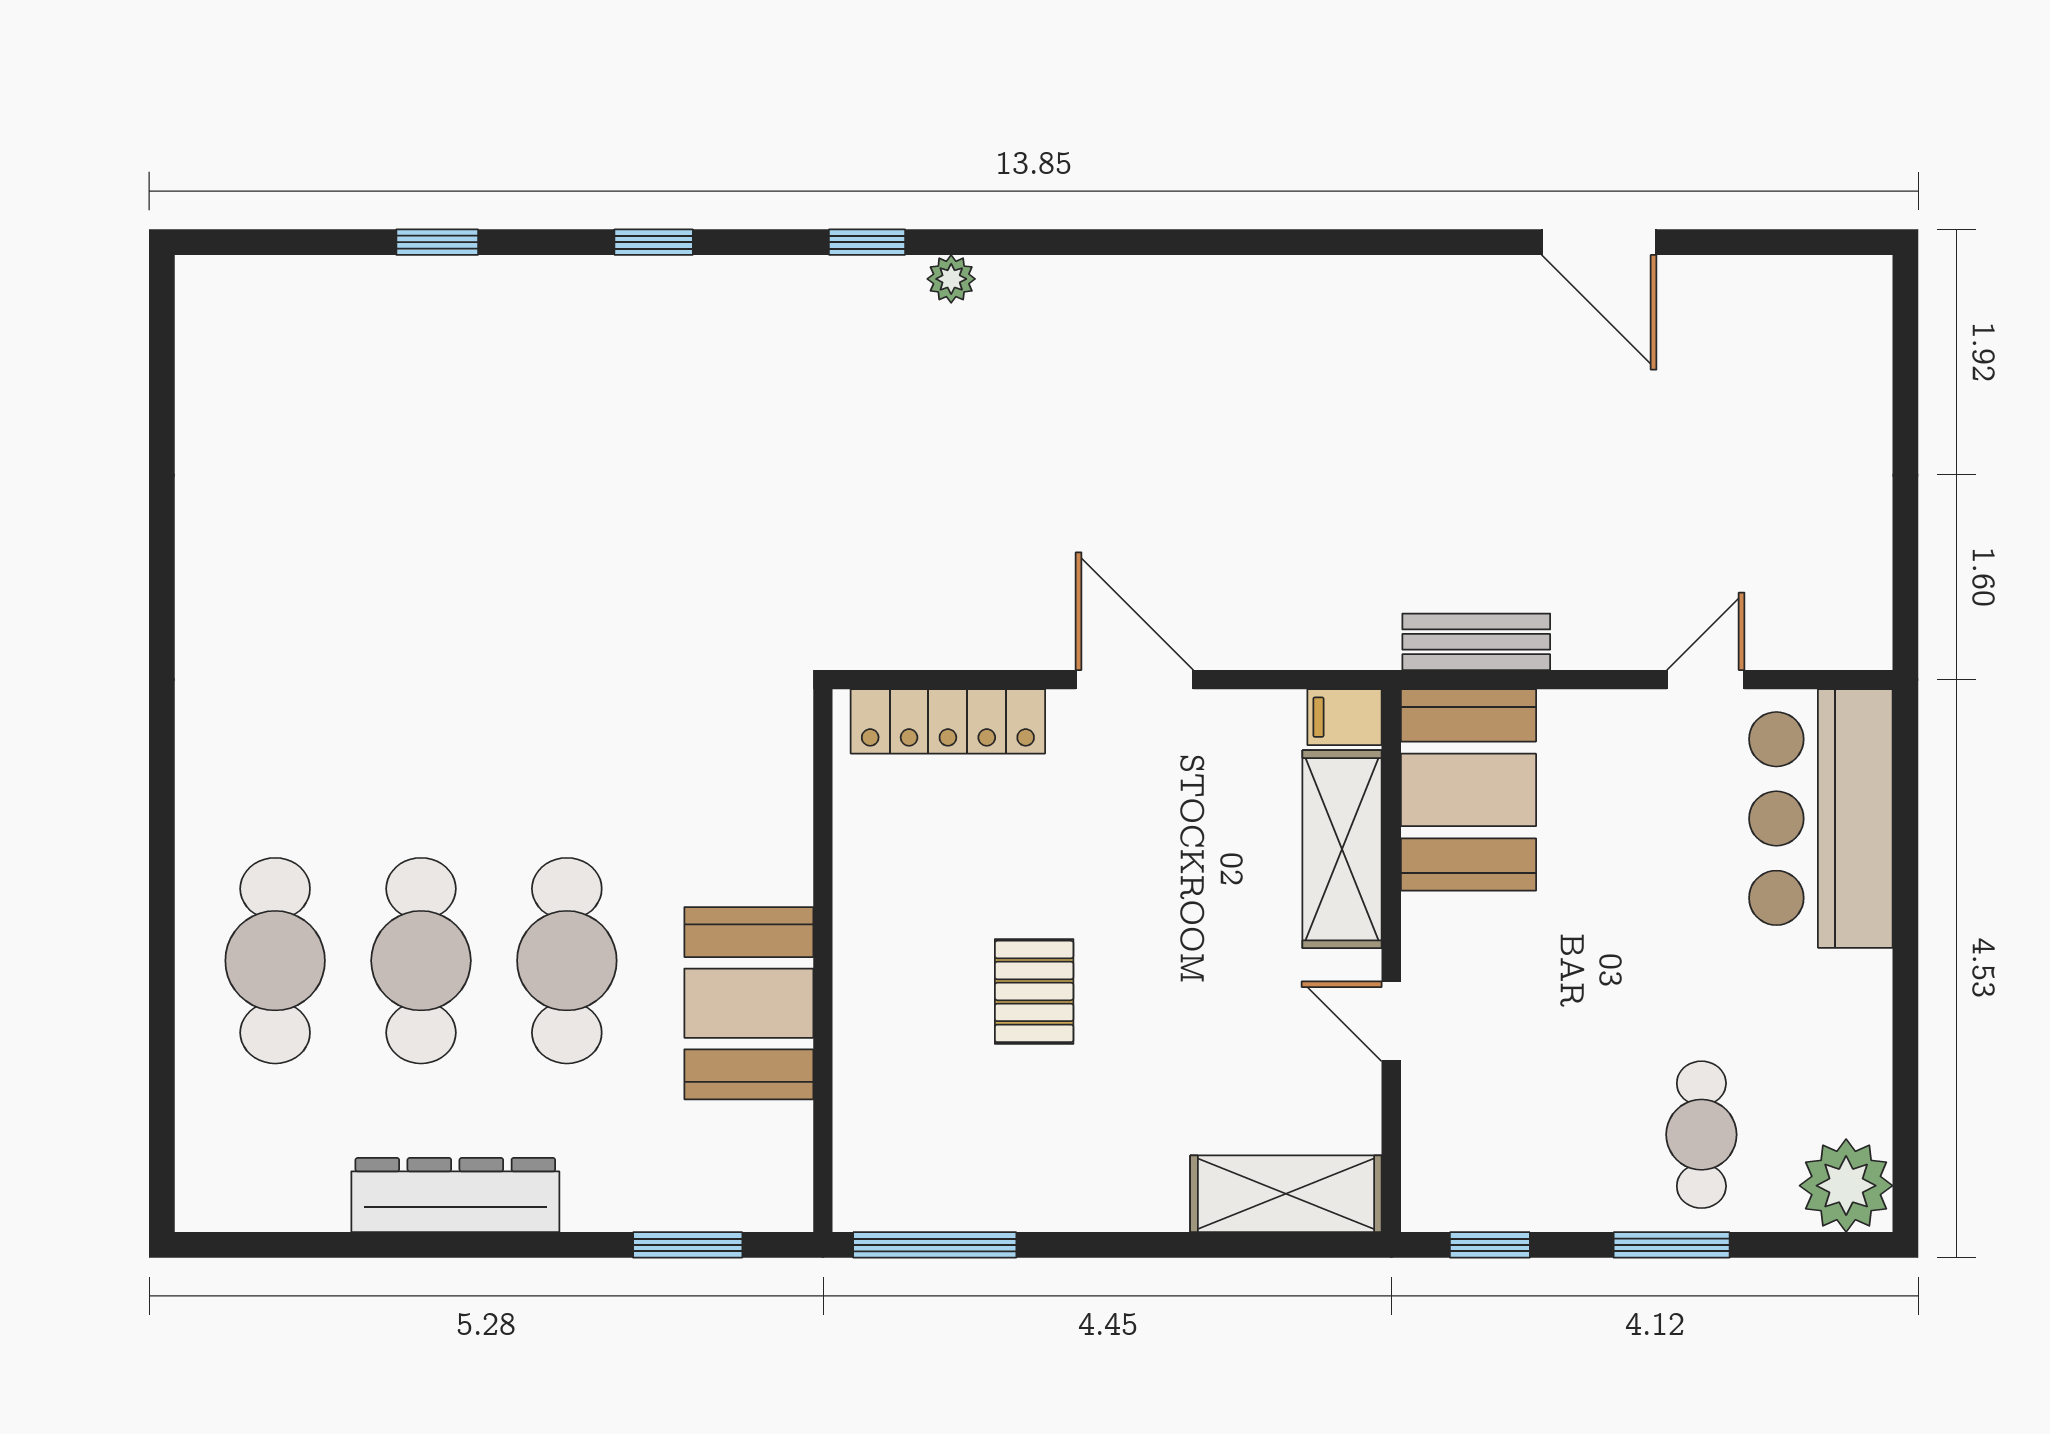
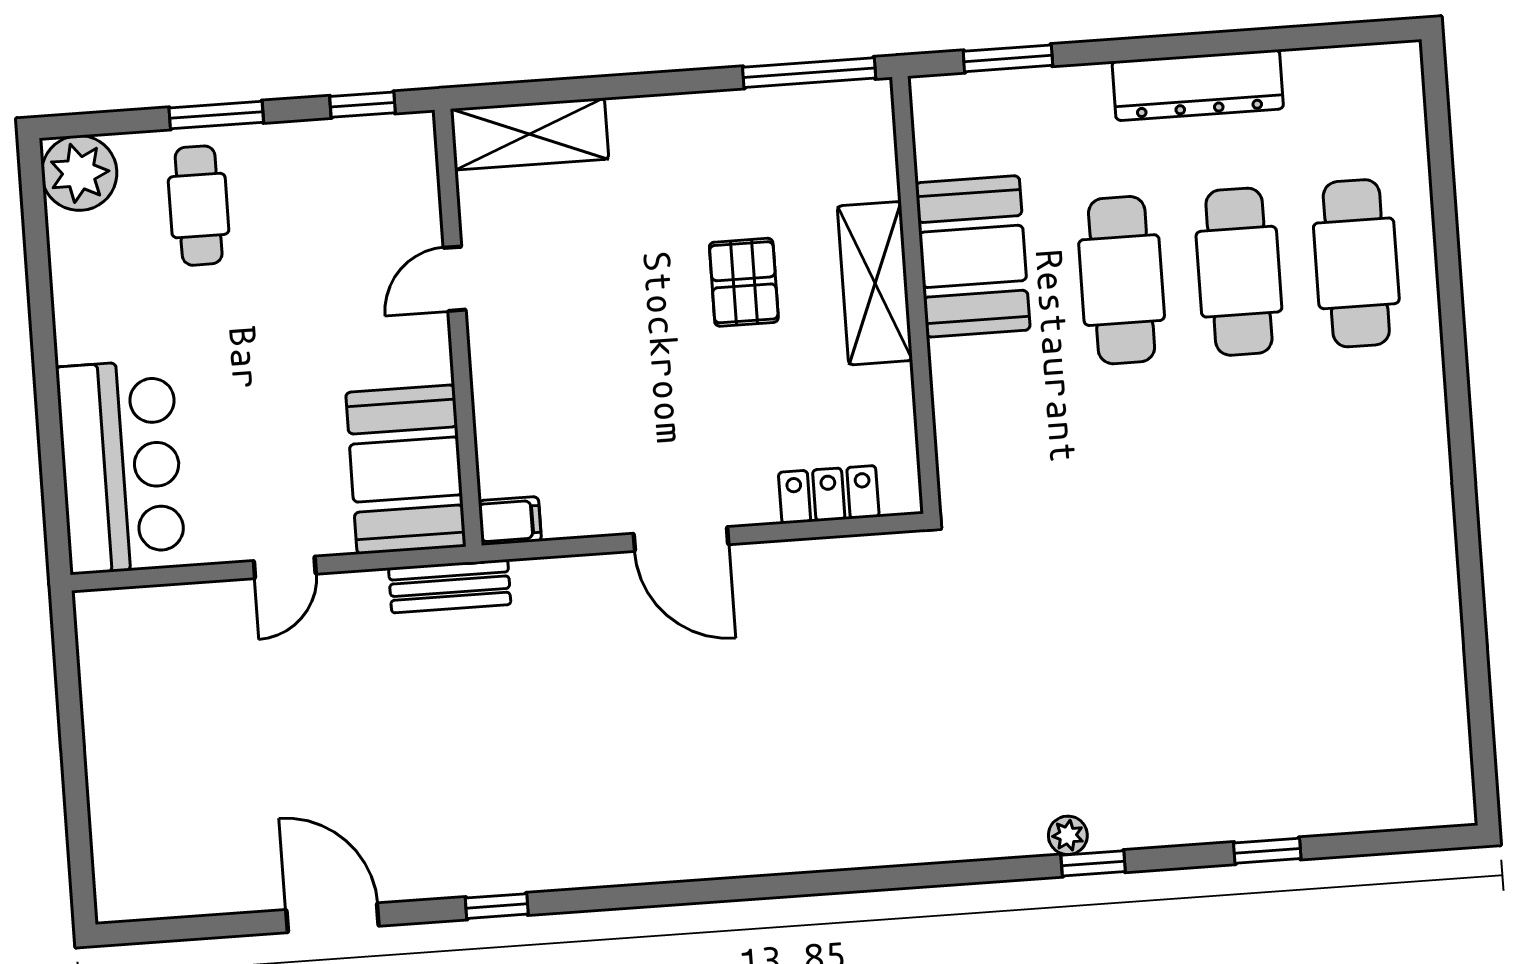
window: (867, 242) -> (497, 906), moved
plant: (951, 279) -> (1068, 835), moved
bench: (1476, 642) -> (450, 586), moved
door: (1706, 680) -> (285, 567), moved
locker: (948, 721) -> (829, 495), width x0.66
shelving: (1342, 849) -> (875, 283), moved
door: (1391, 1021) -> (455, 279), swing flipped

